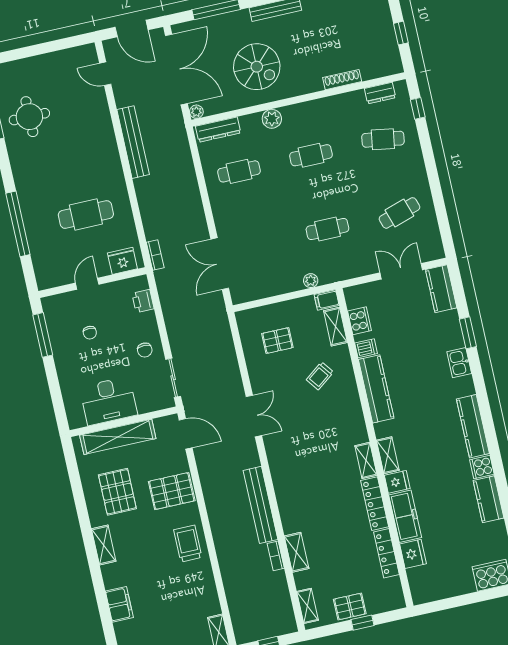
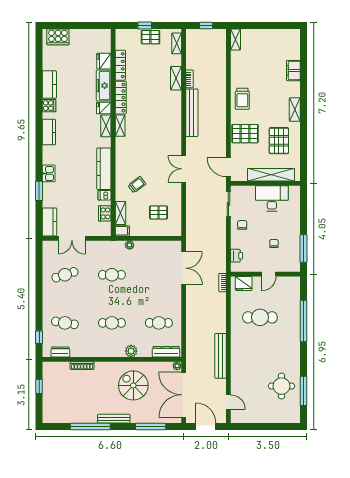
kitchen counter: (473, 426) -> (49, 132), width x0.67

